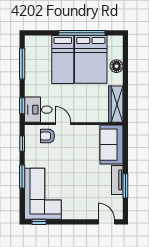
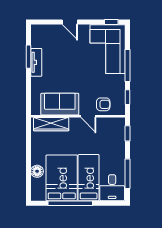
wardrobe: (116, 104) -> (51, 124), moved, turned 90
desk: (38, 110) -> (112, 188), moved, turned 90
sofa: (112, 145) -> (60, 104), moved, turned -90
window: (22, 177) -> (128, 66), width x1.44
door: (106, 222) -> (70, 22), moved

